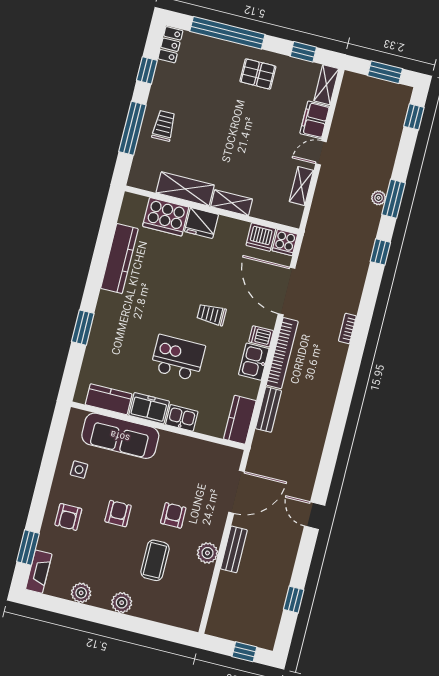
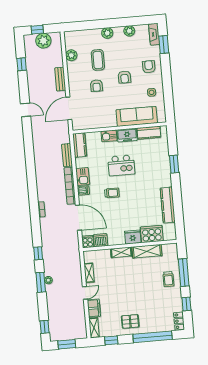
plant: (207, 553) -> (71, 55), moved
plant: (240, 628) -> (43, 41), added

